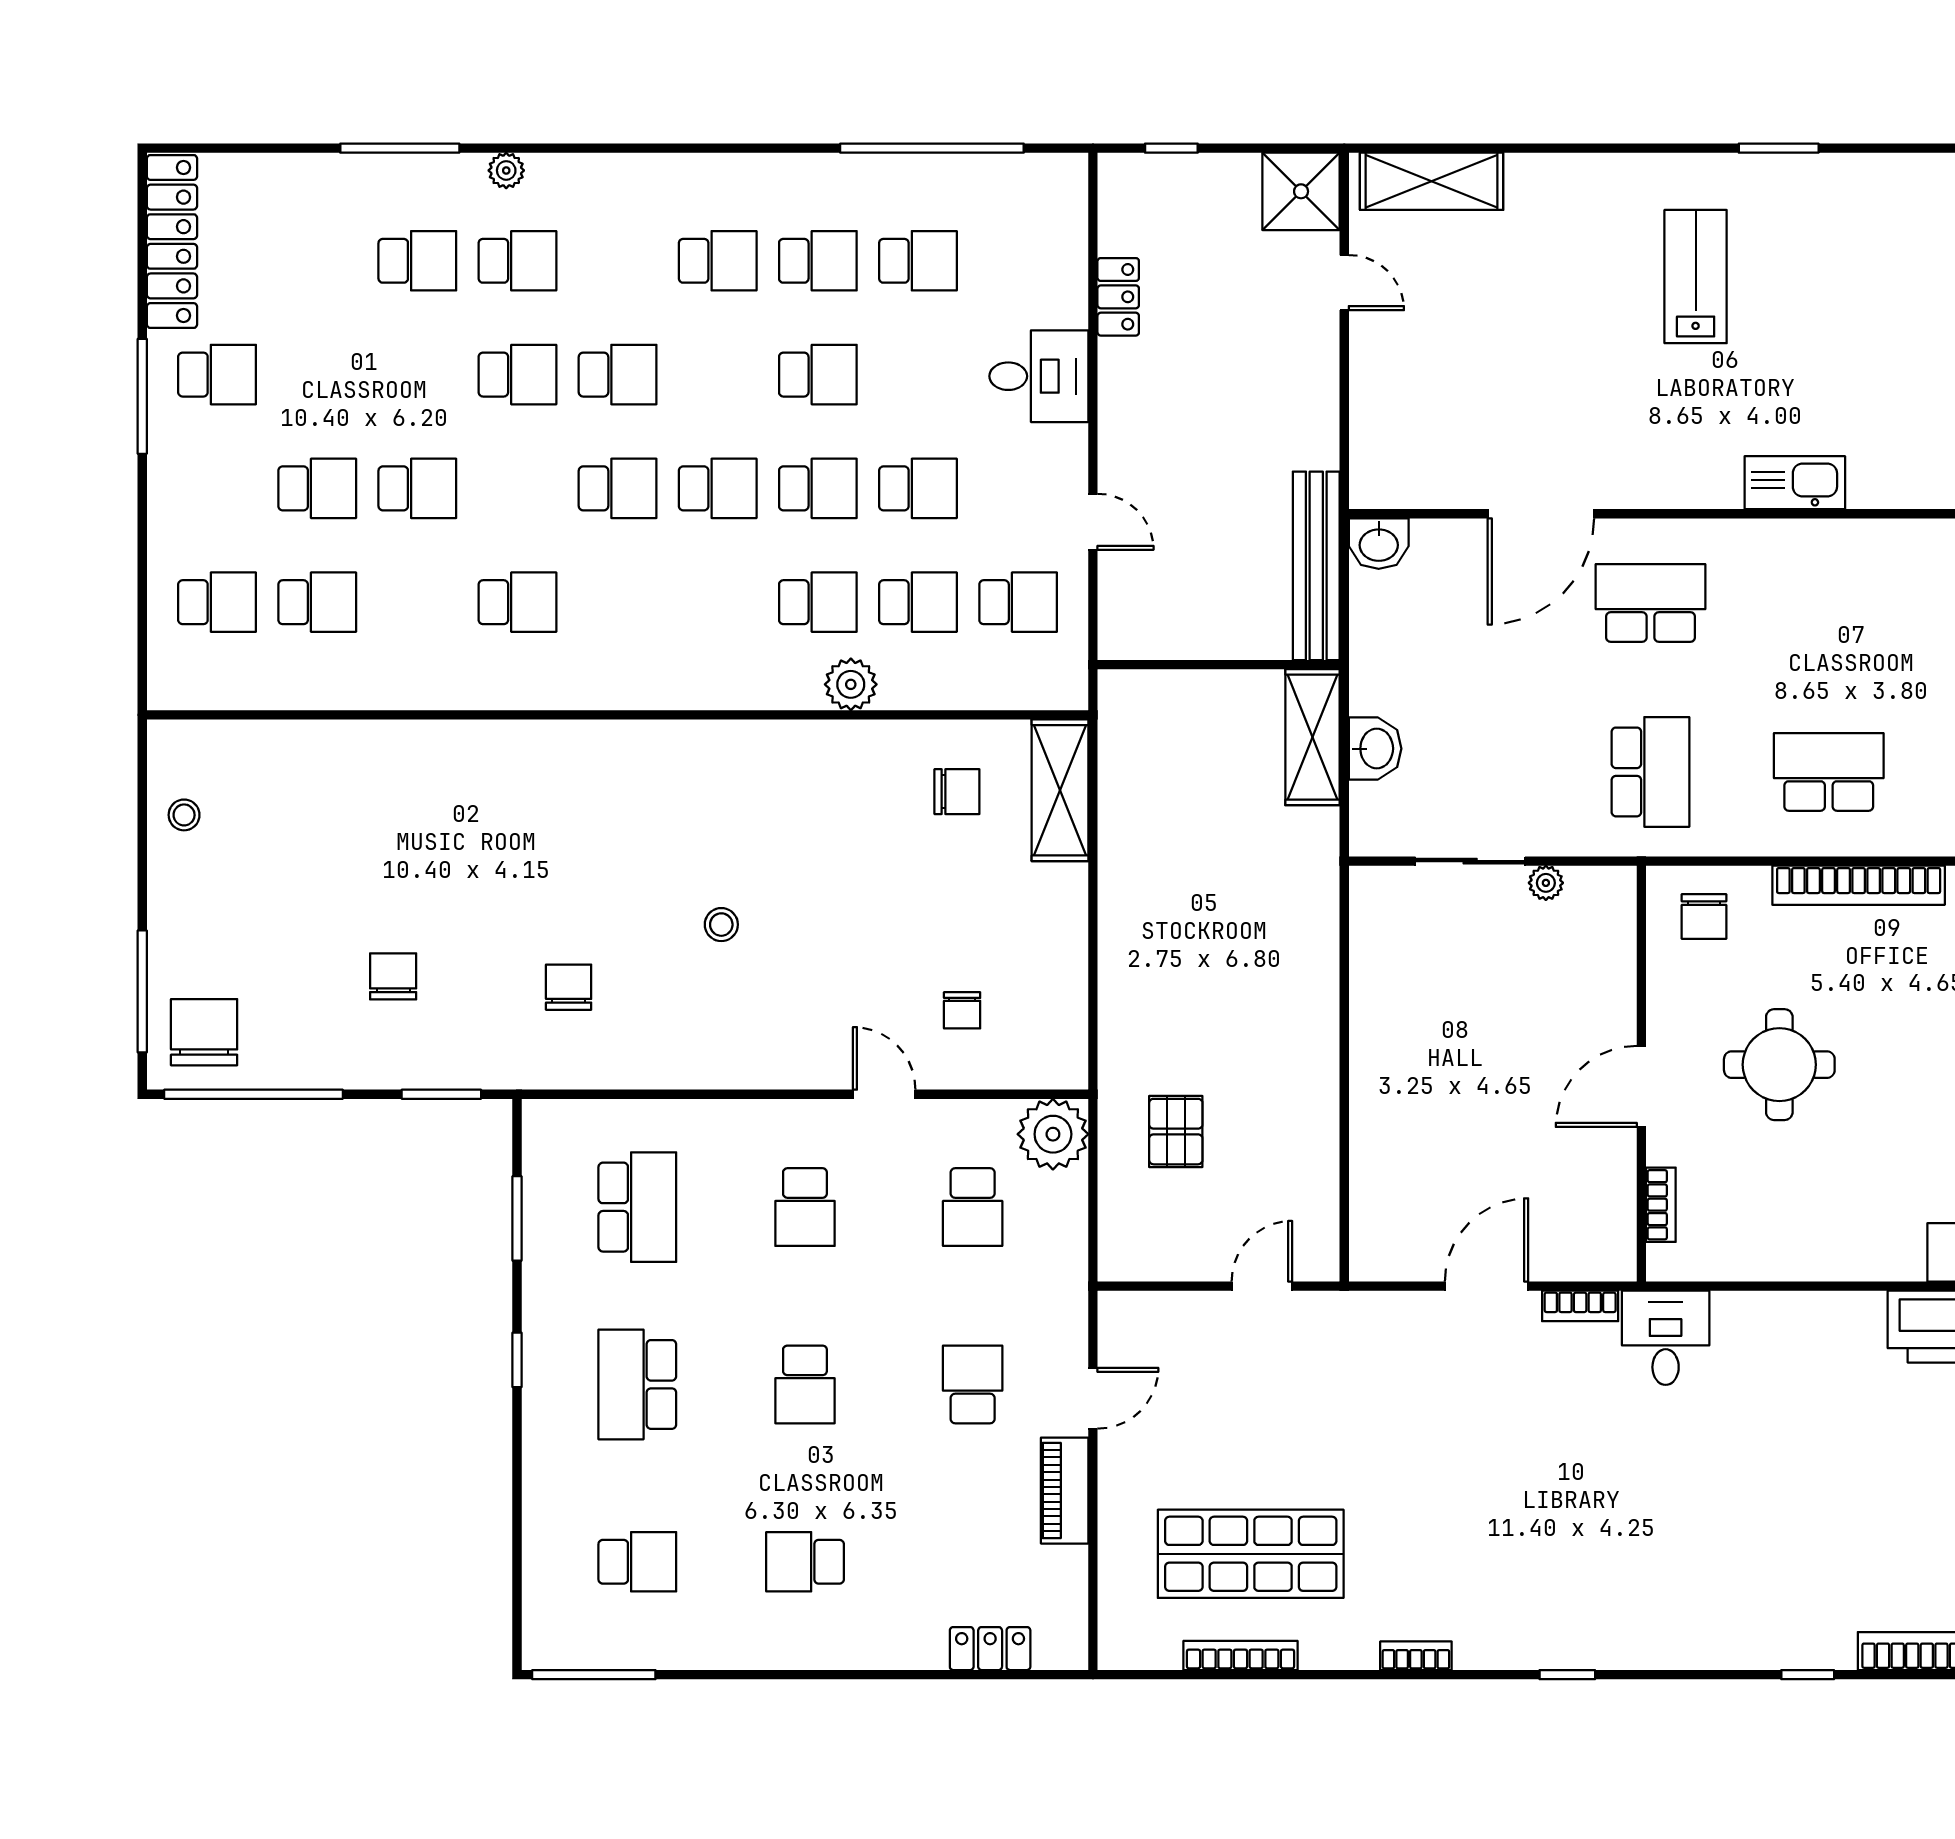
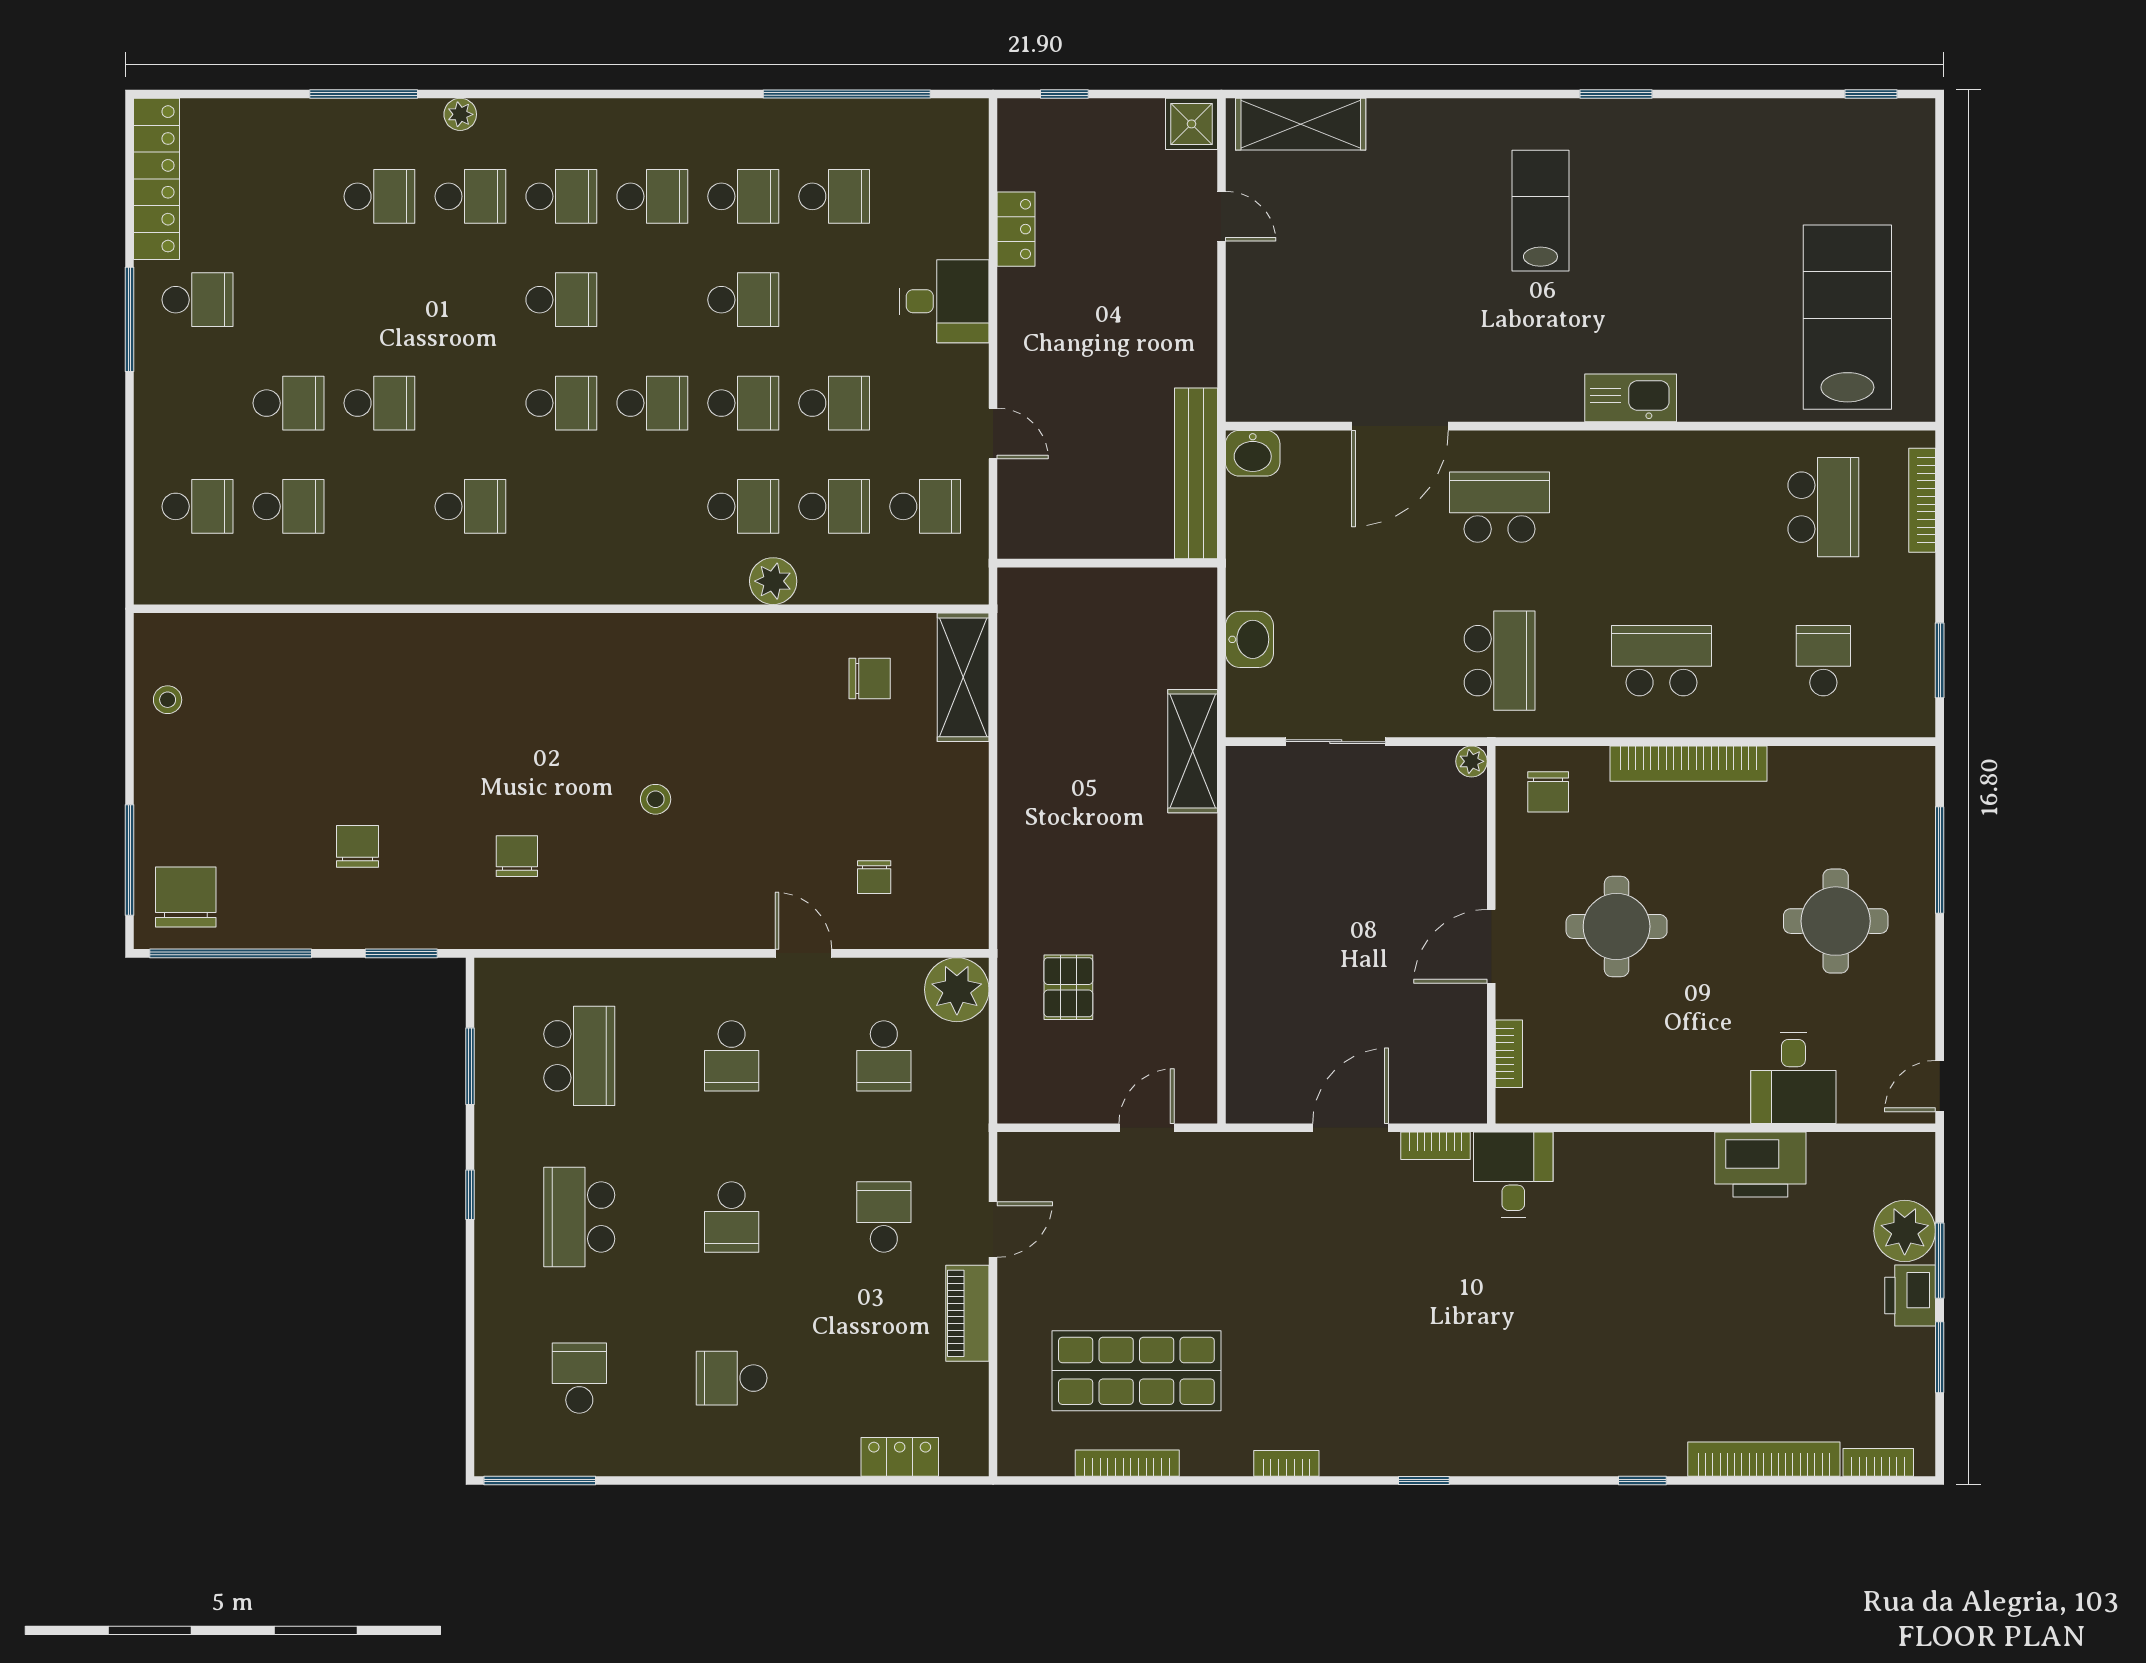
shower: (1301, 191) -> (1192, 124), width x0.73, depth x0.73
school desk: (517, 375) -> (561, 196), moved
shelving: (1313, 737) -> (1193, 751), moved
plant: (1546, 883) -> (1471, 761), moved
school desk: (637, 1562) -> (579, 1378), turned -90

